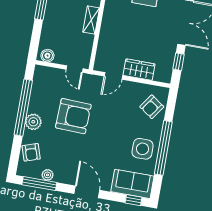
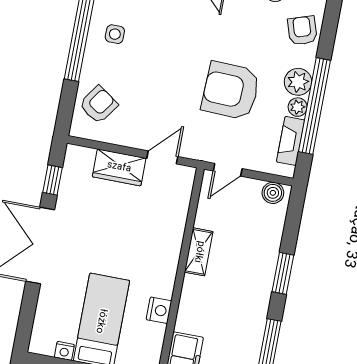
door: (74, 69) -> (228, 170), swing flipped
fireplace: (37, 87) -> (291, 141), added
plant: (33, 107) -> (298, 107), added
side table: (143, 149) -> (115, 34), width x0.54, depth x0.54

